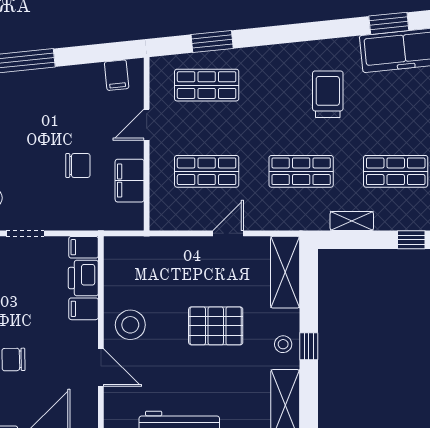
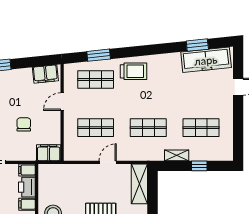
filing cabinet: (117, 75) -> (45, 74), width x2.00
trolley: (328, 94) -> (134, 71), moved, turned 90
chair: (78, 165) -> (24, 124), turned -90
filing cabinet: (130, 181) -> (49, 153), moved, turned 90
window: (411, 240) -> (199, 166), moved

